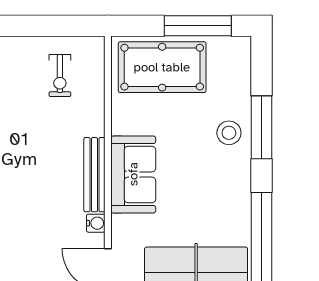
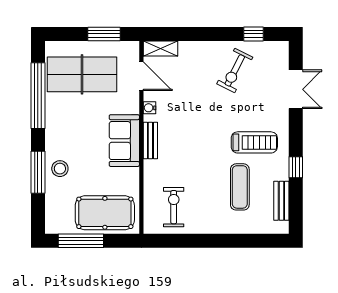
exercise bike: (60, 76) -> (174, 207), width x1.38, depth x1.39
bench: (94, 175) -> (150, 140), width x0.73

